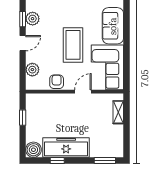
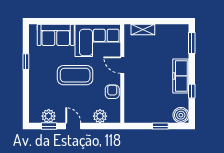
armchair: (57, 82) -> (112, 92), turned 90
window: (23, 118) -> (160, 126), moved
freezer: (66, 148) -> (181, 76), width x0.73, depth x0.79

